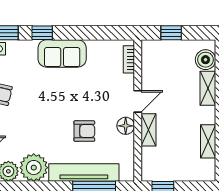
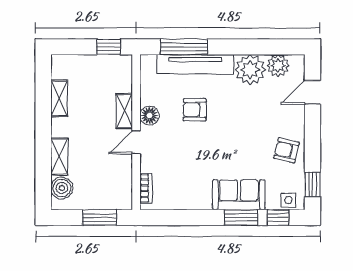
window: (42, 33) -> (241, 218), width x1.50
window: (171, 33) -> (100, 218), width x1.50
sofa: (62, 53) -> (239, 195), moved

